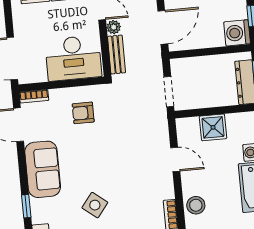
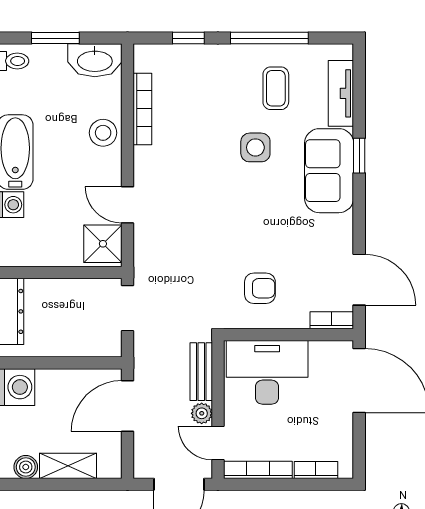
shower: (213, 127) -> (103, 244), moved
sofa: (43, 169) -> (329, 171), moved
side table: (95, 205) -> (255, 147), turned -38

